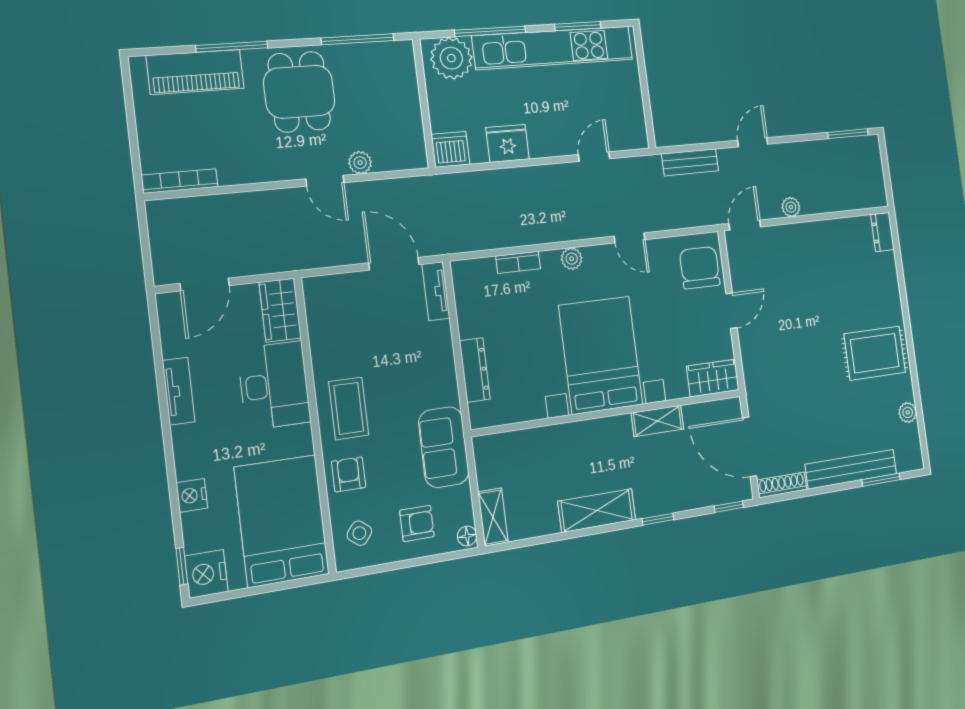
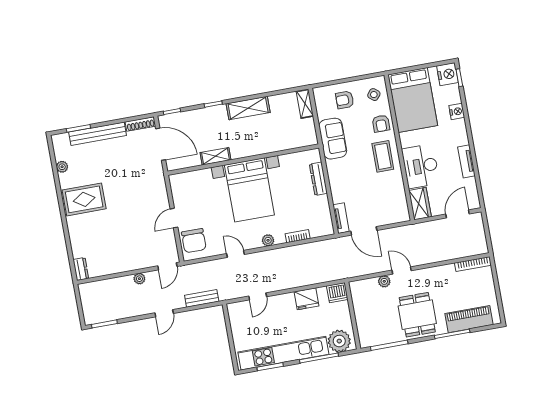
wardrobe: (713, 378) -> (184, 181), removed
floor lamp: (467, 536) -> (318, 94), removed

